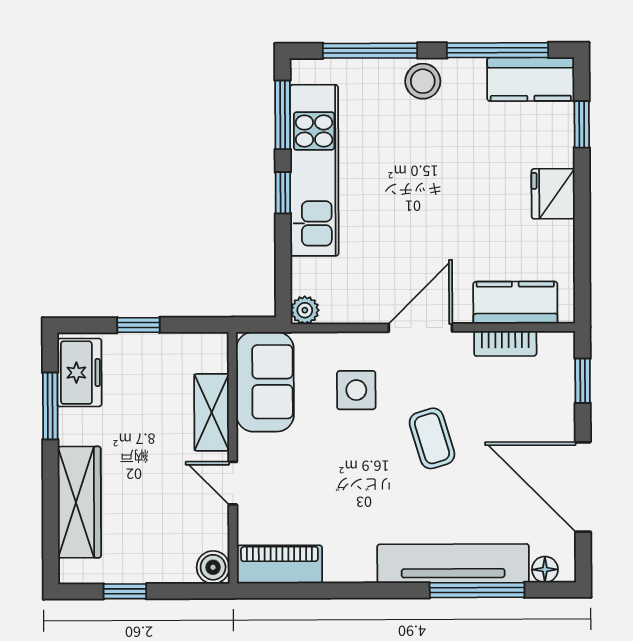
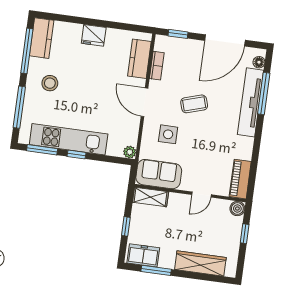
stool: (423, 81) -> (50, 83), moved
window: (582, 124) -> (65, 18), removed
shelving: (212, 412) -> (150, 197), moved
window: (125, 591) -> (245, 234), moved

